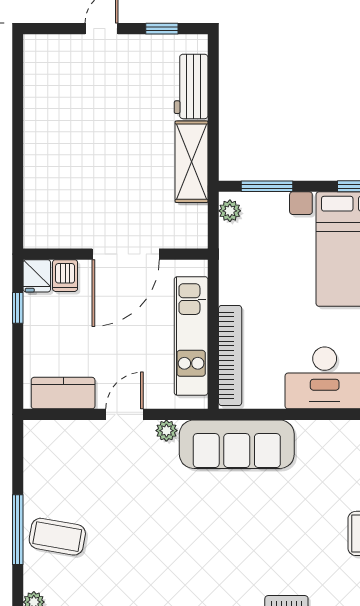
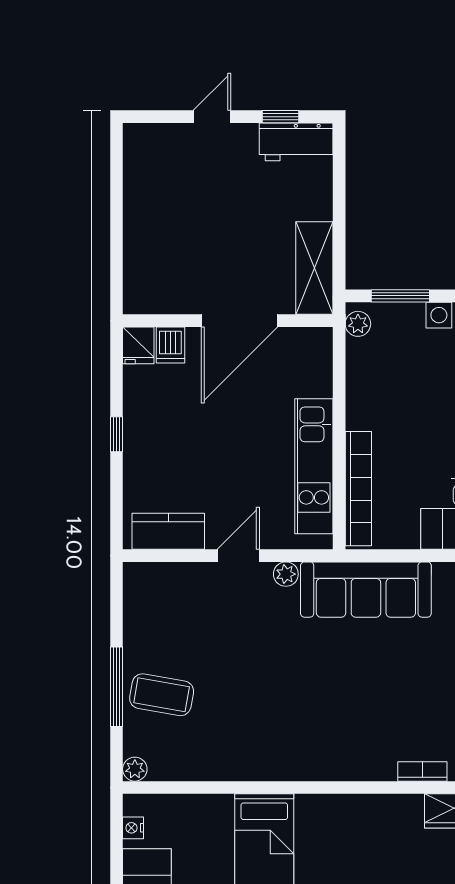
workbench: (191, 86) -> (296, 142), moved, turned -90
wall: (115, 254) -> (228, 321), moved
door: (126, 254) -> (239, 321), moved
fridge: (37, 276) -> (138, 345), moved
dishwasher: (65, 276) -> (170, 345), moved

